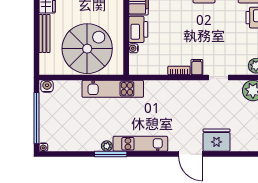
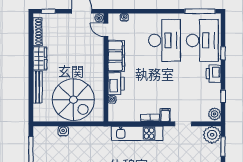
spiral stairs: (87, 49) -> (73, 100), turned 90
water cooler: (47, 86) -> (63, 131), moved
kitchen unit: (113, 89) -> (137, 133), moved

